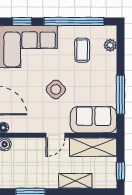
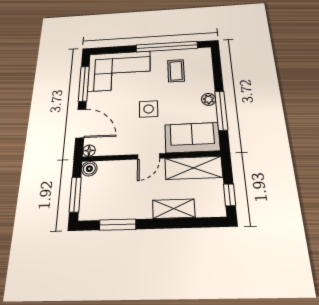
window: (22, 21) -> (114, 50), removed
plant: (110, 45) -> (209, 99), moved
side table: (56, 89) -> (149, 109), turned 45

